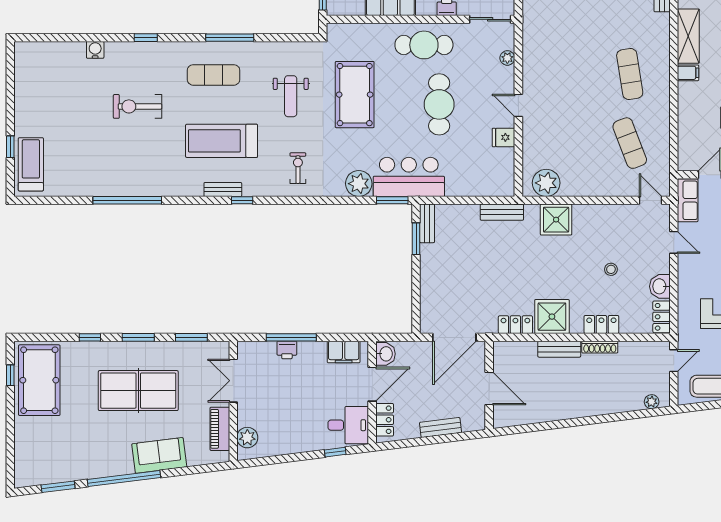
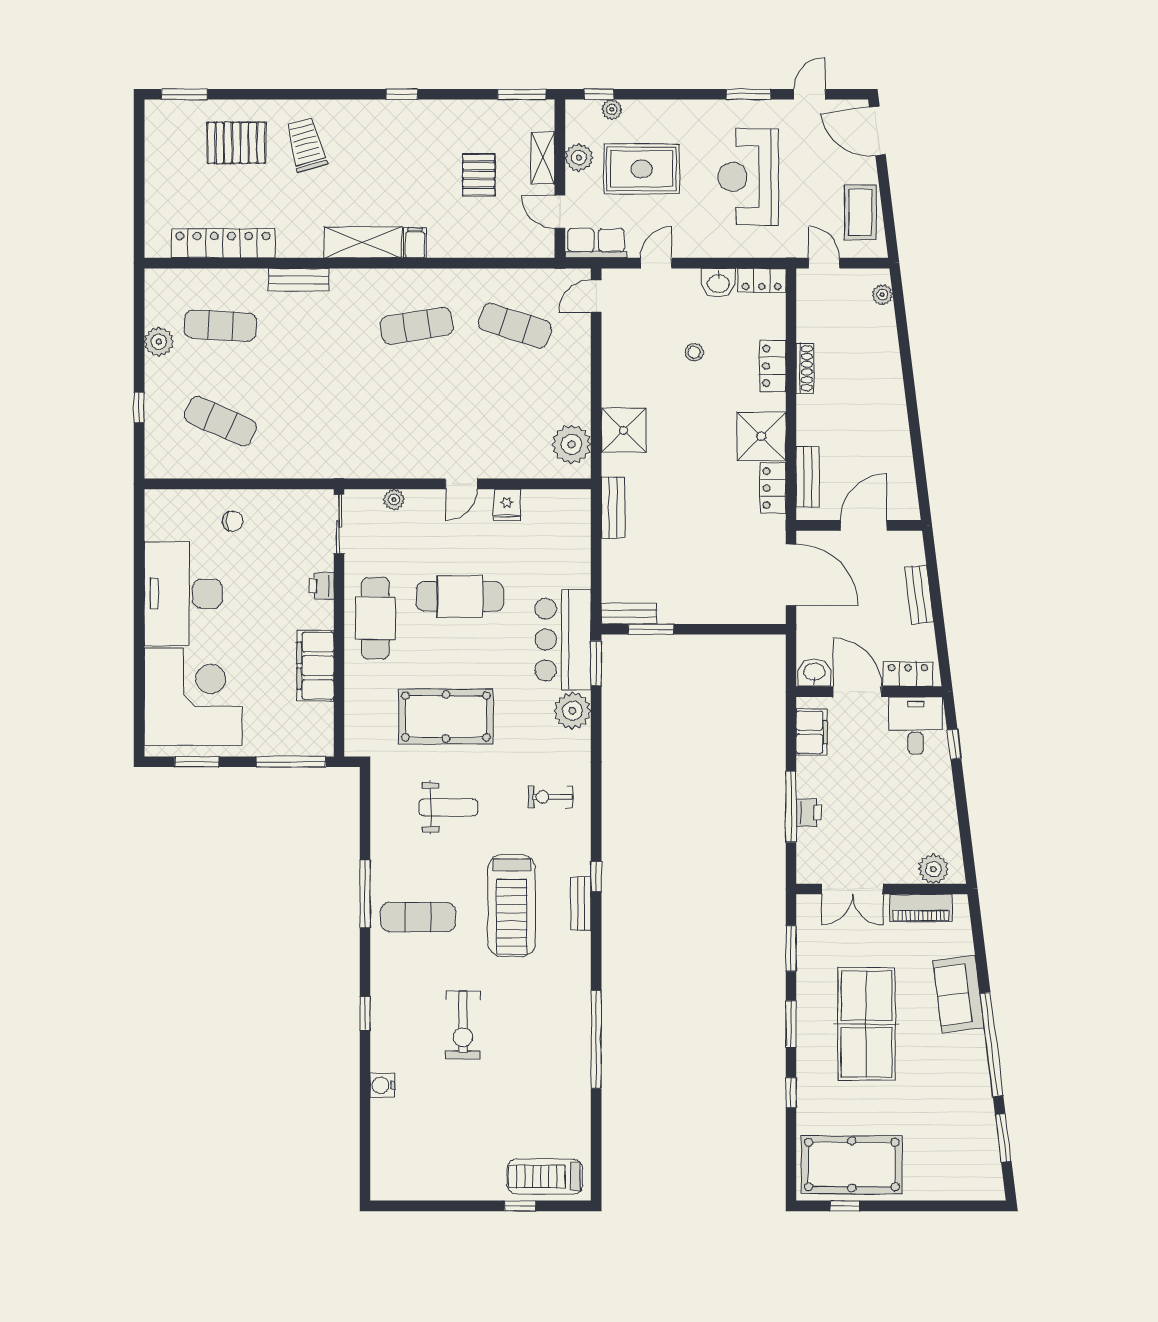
exercise mat: (214, 75) -> (418, 917), turned 90
exercise mat: (630, 143) -> (515, 326), turned 39
bench: (559, 349) -> (808, 477), moved

